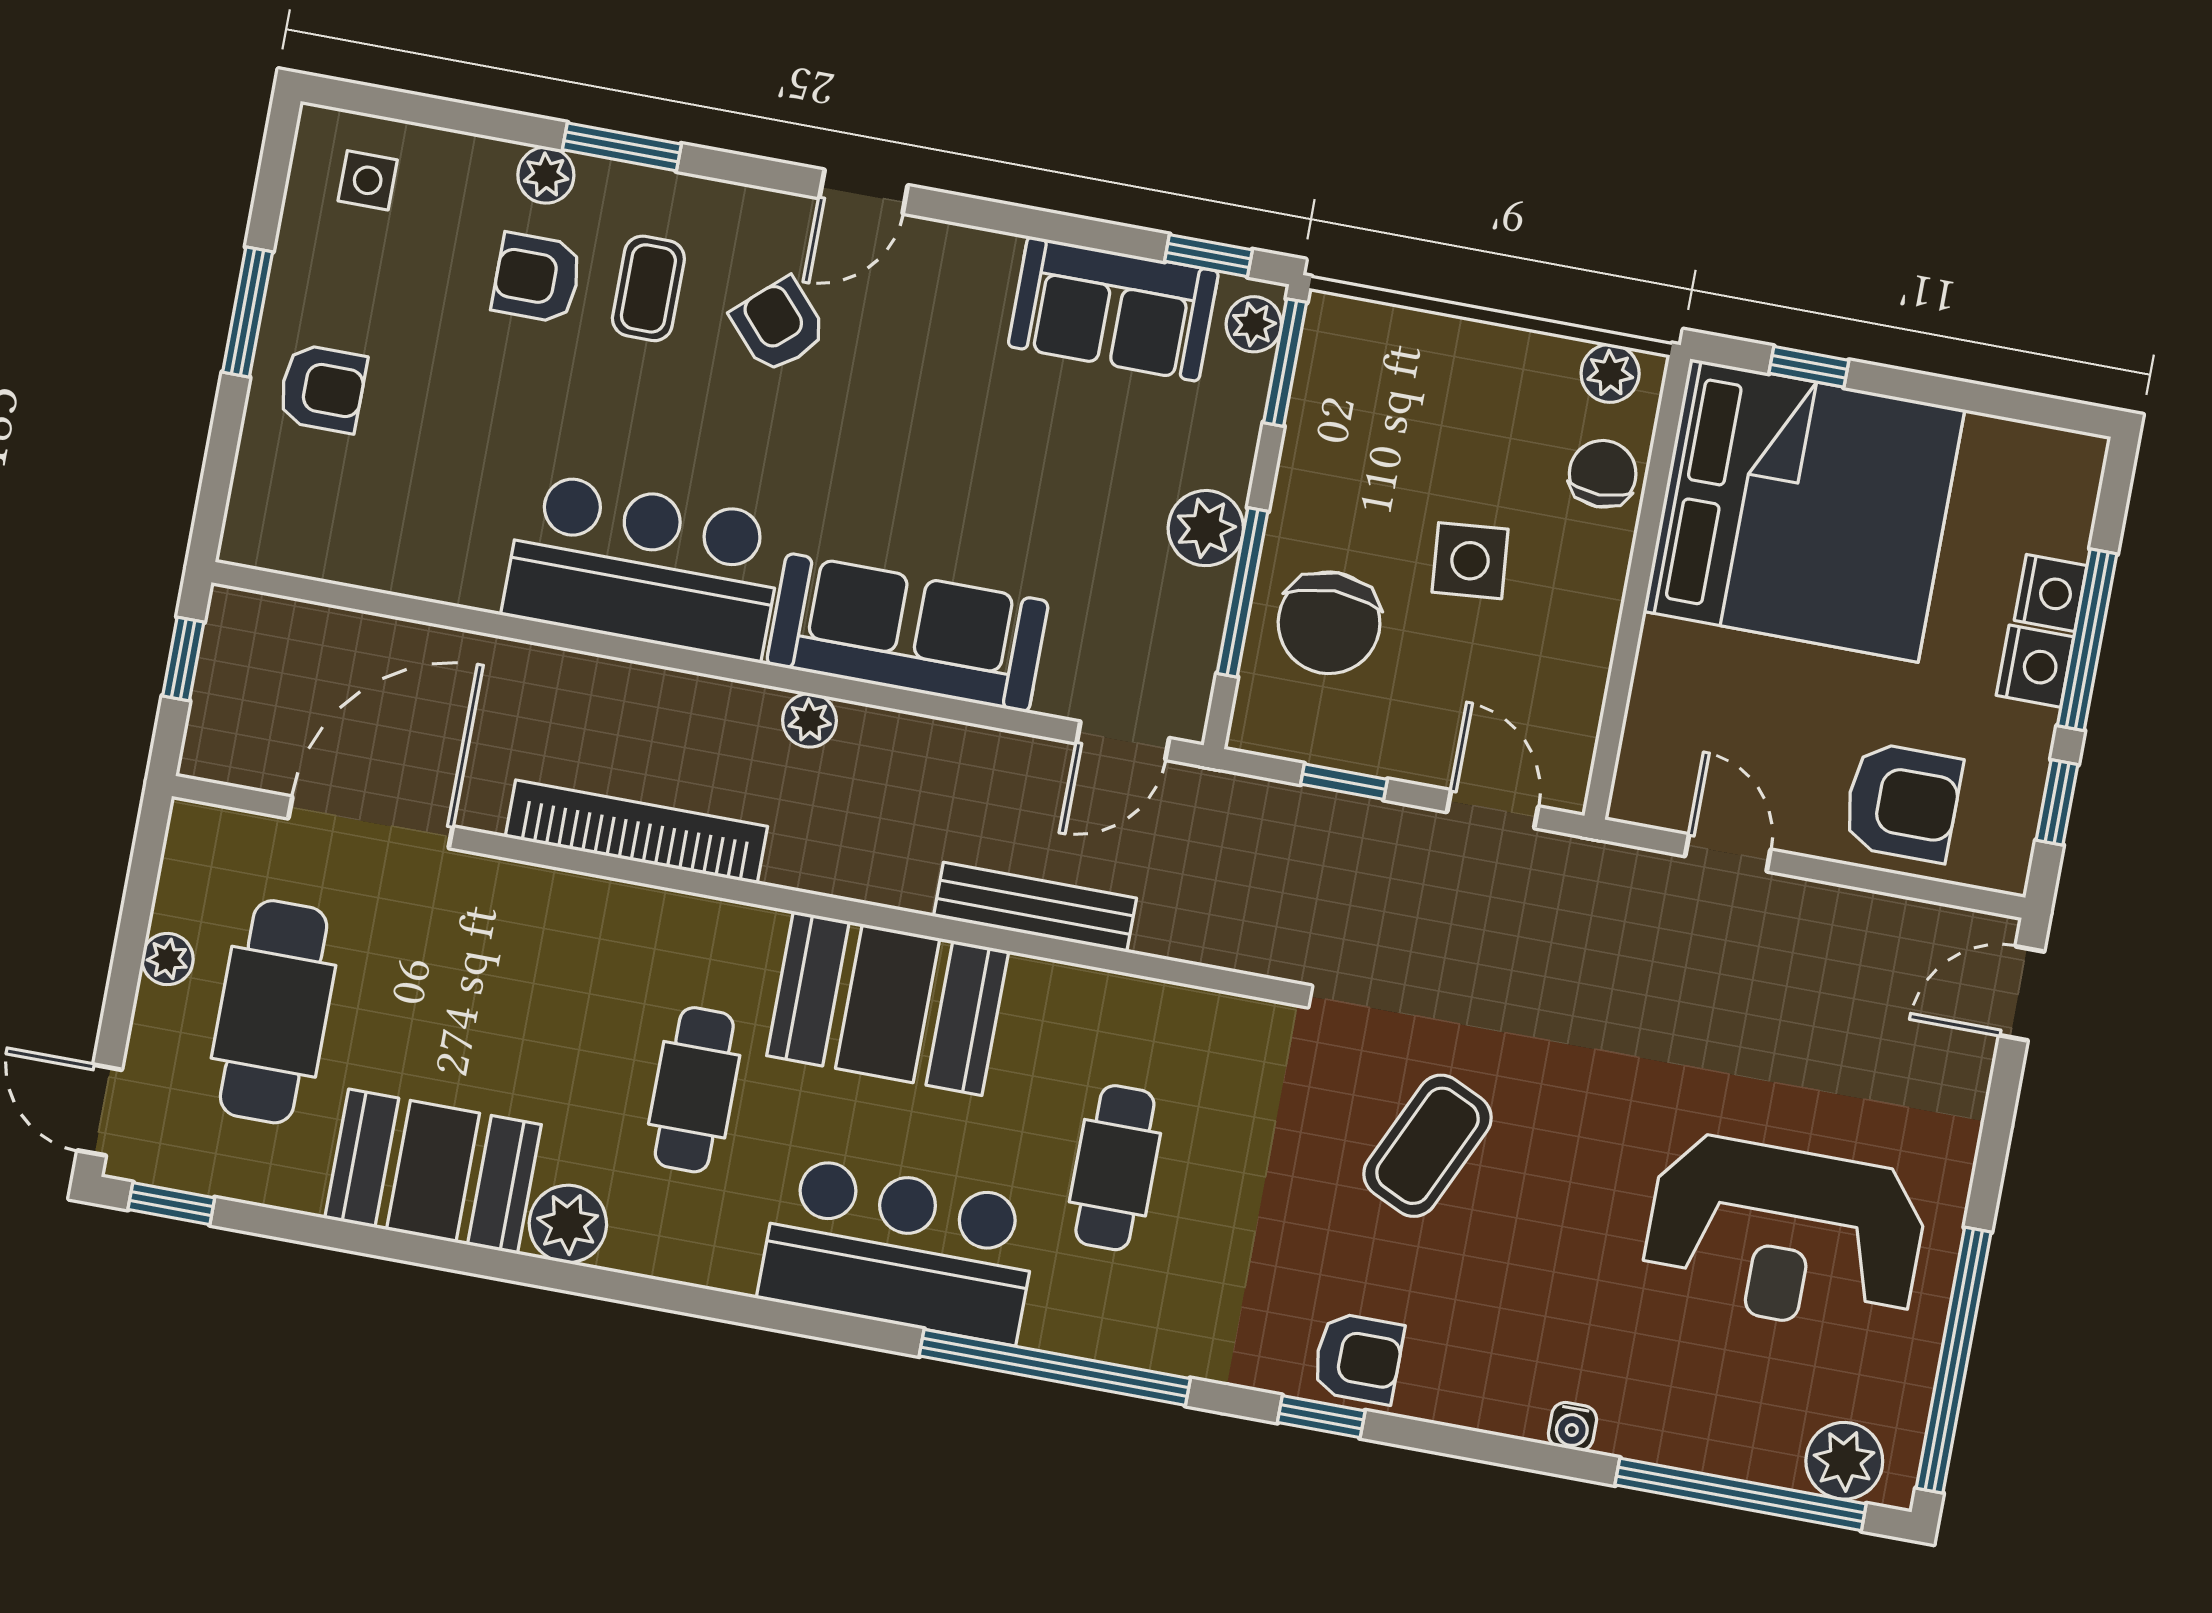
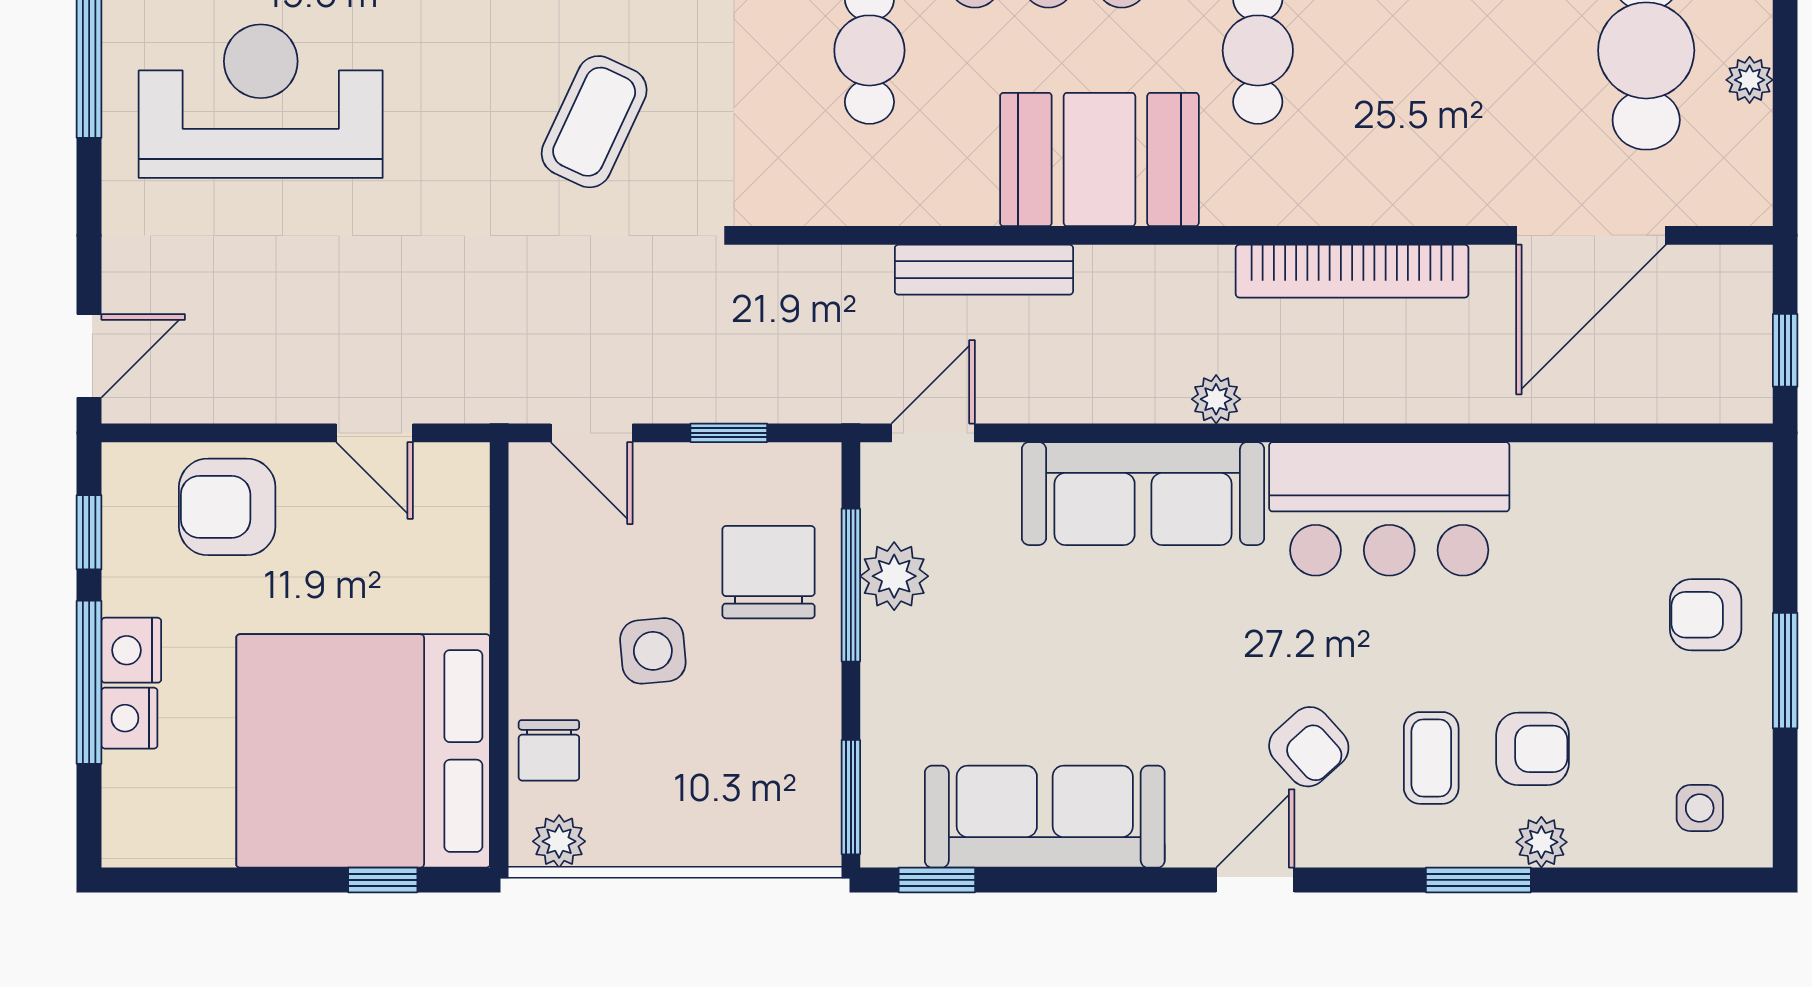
sofa: (1113, 309) -> (1045, 817), width x1.36
plant: (1254, 324) -> (885, 826), removed
plant: (1206, 528) -> (894, 576), moved

